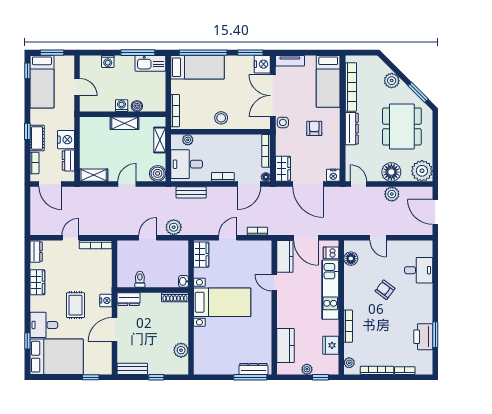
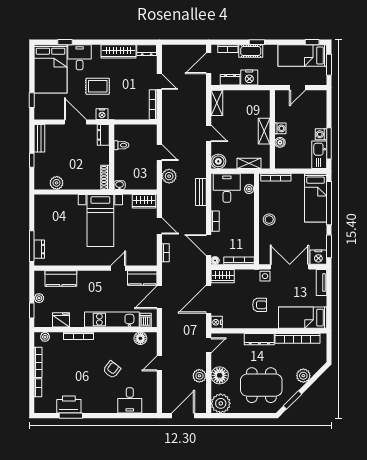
washing machine: (108, 61) -> (321, 134), moved
wardrobe: (37, 282) -> (119, 51), width x1.50
dresser: (253, 369) -> (39, 249), width x0.70

